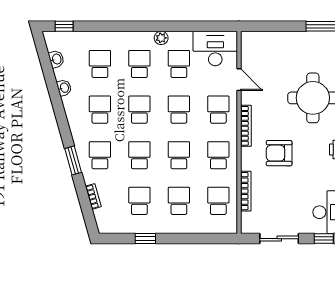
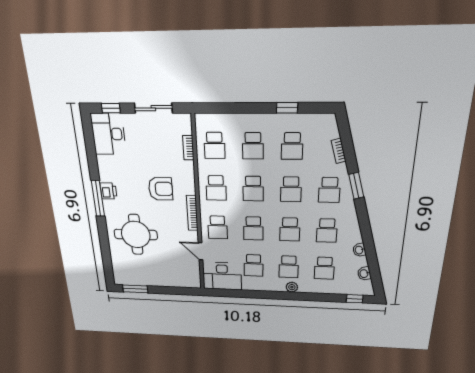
plant: (161, 38) -> (292, 287), moved
bookcase: (246, 191) -> (188, 148), width x0.64

